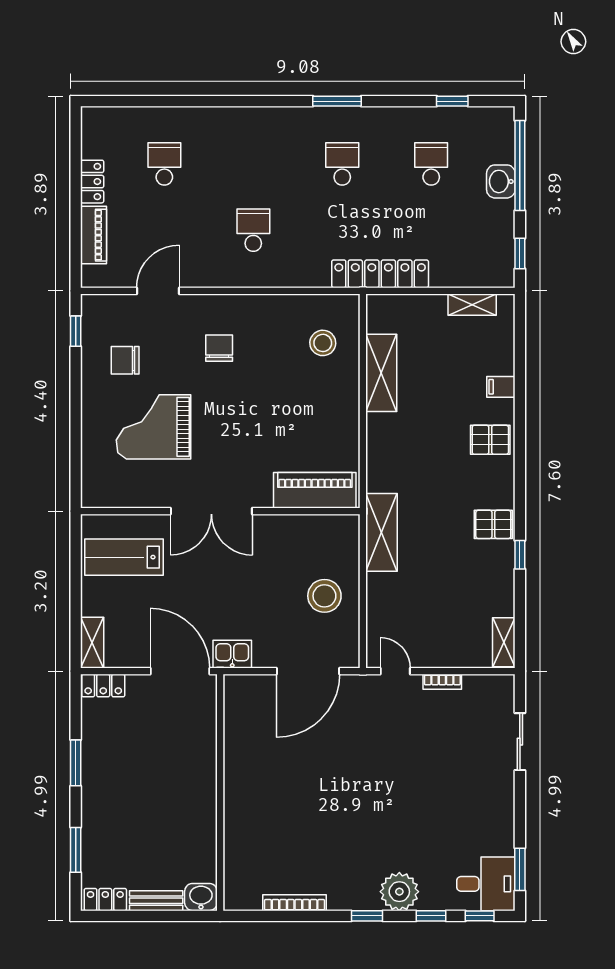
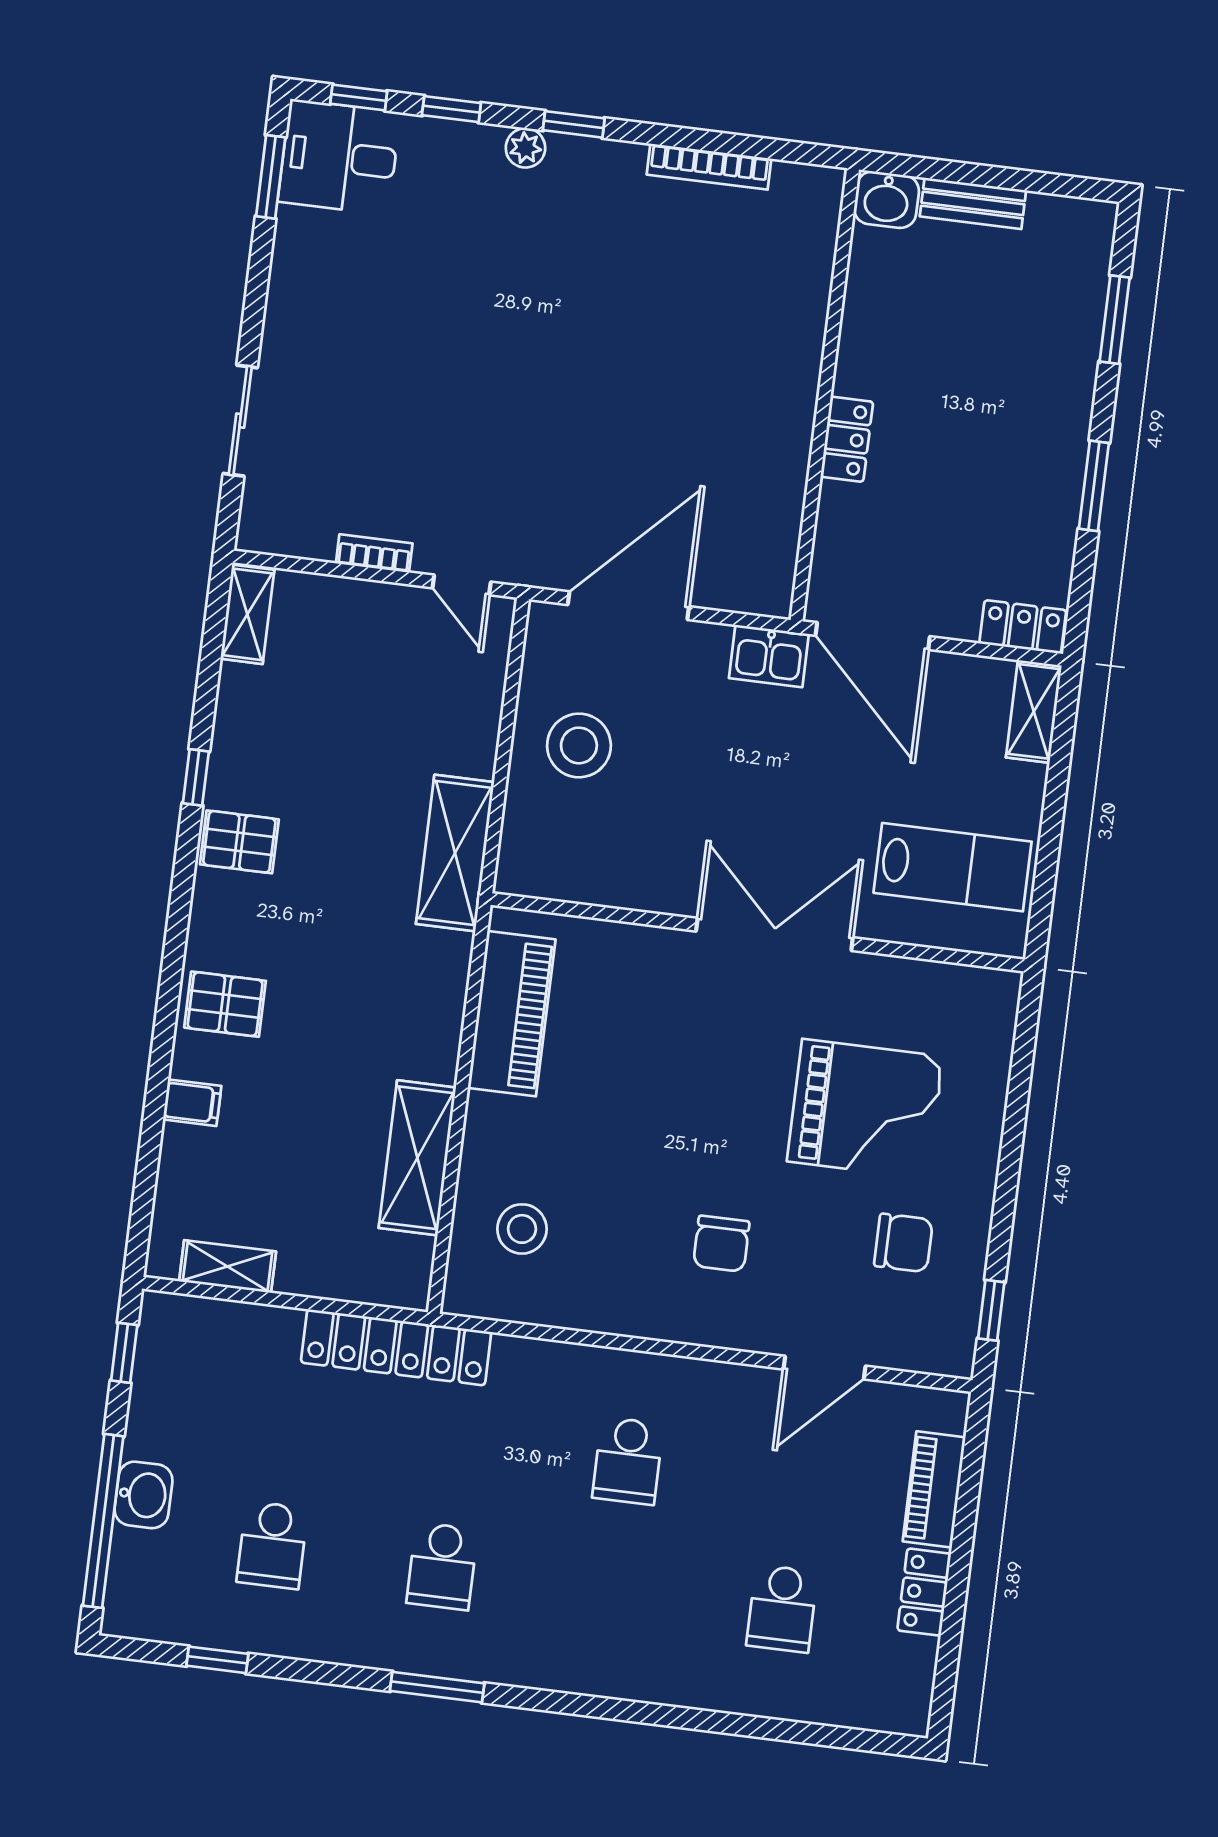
piano: (315, 490) -> (512, 1014), moved, turned -90
plant: (399, 892) -> (525, 148), width x0.53, depth x0.53
locker: (105, 900) -> (847, 439), moved, turned -90

